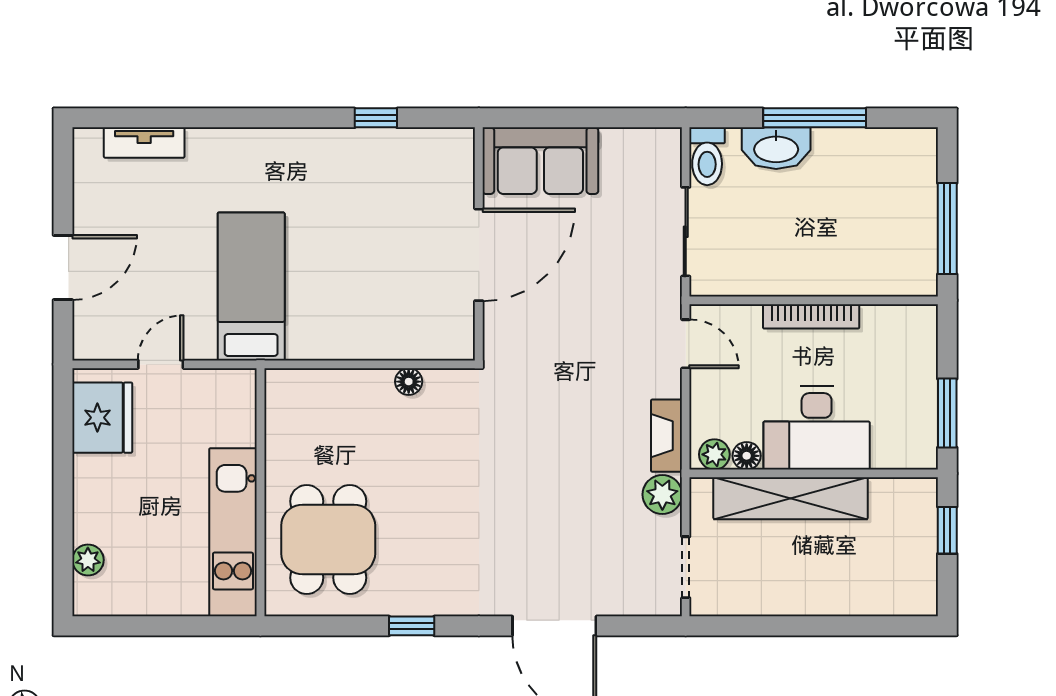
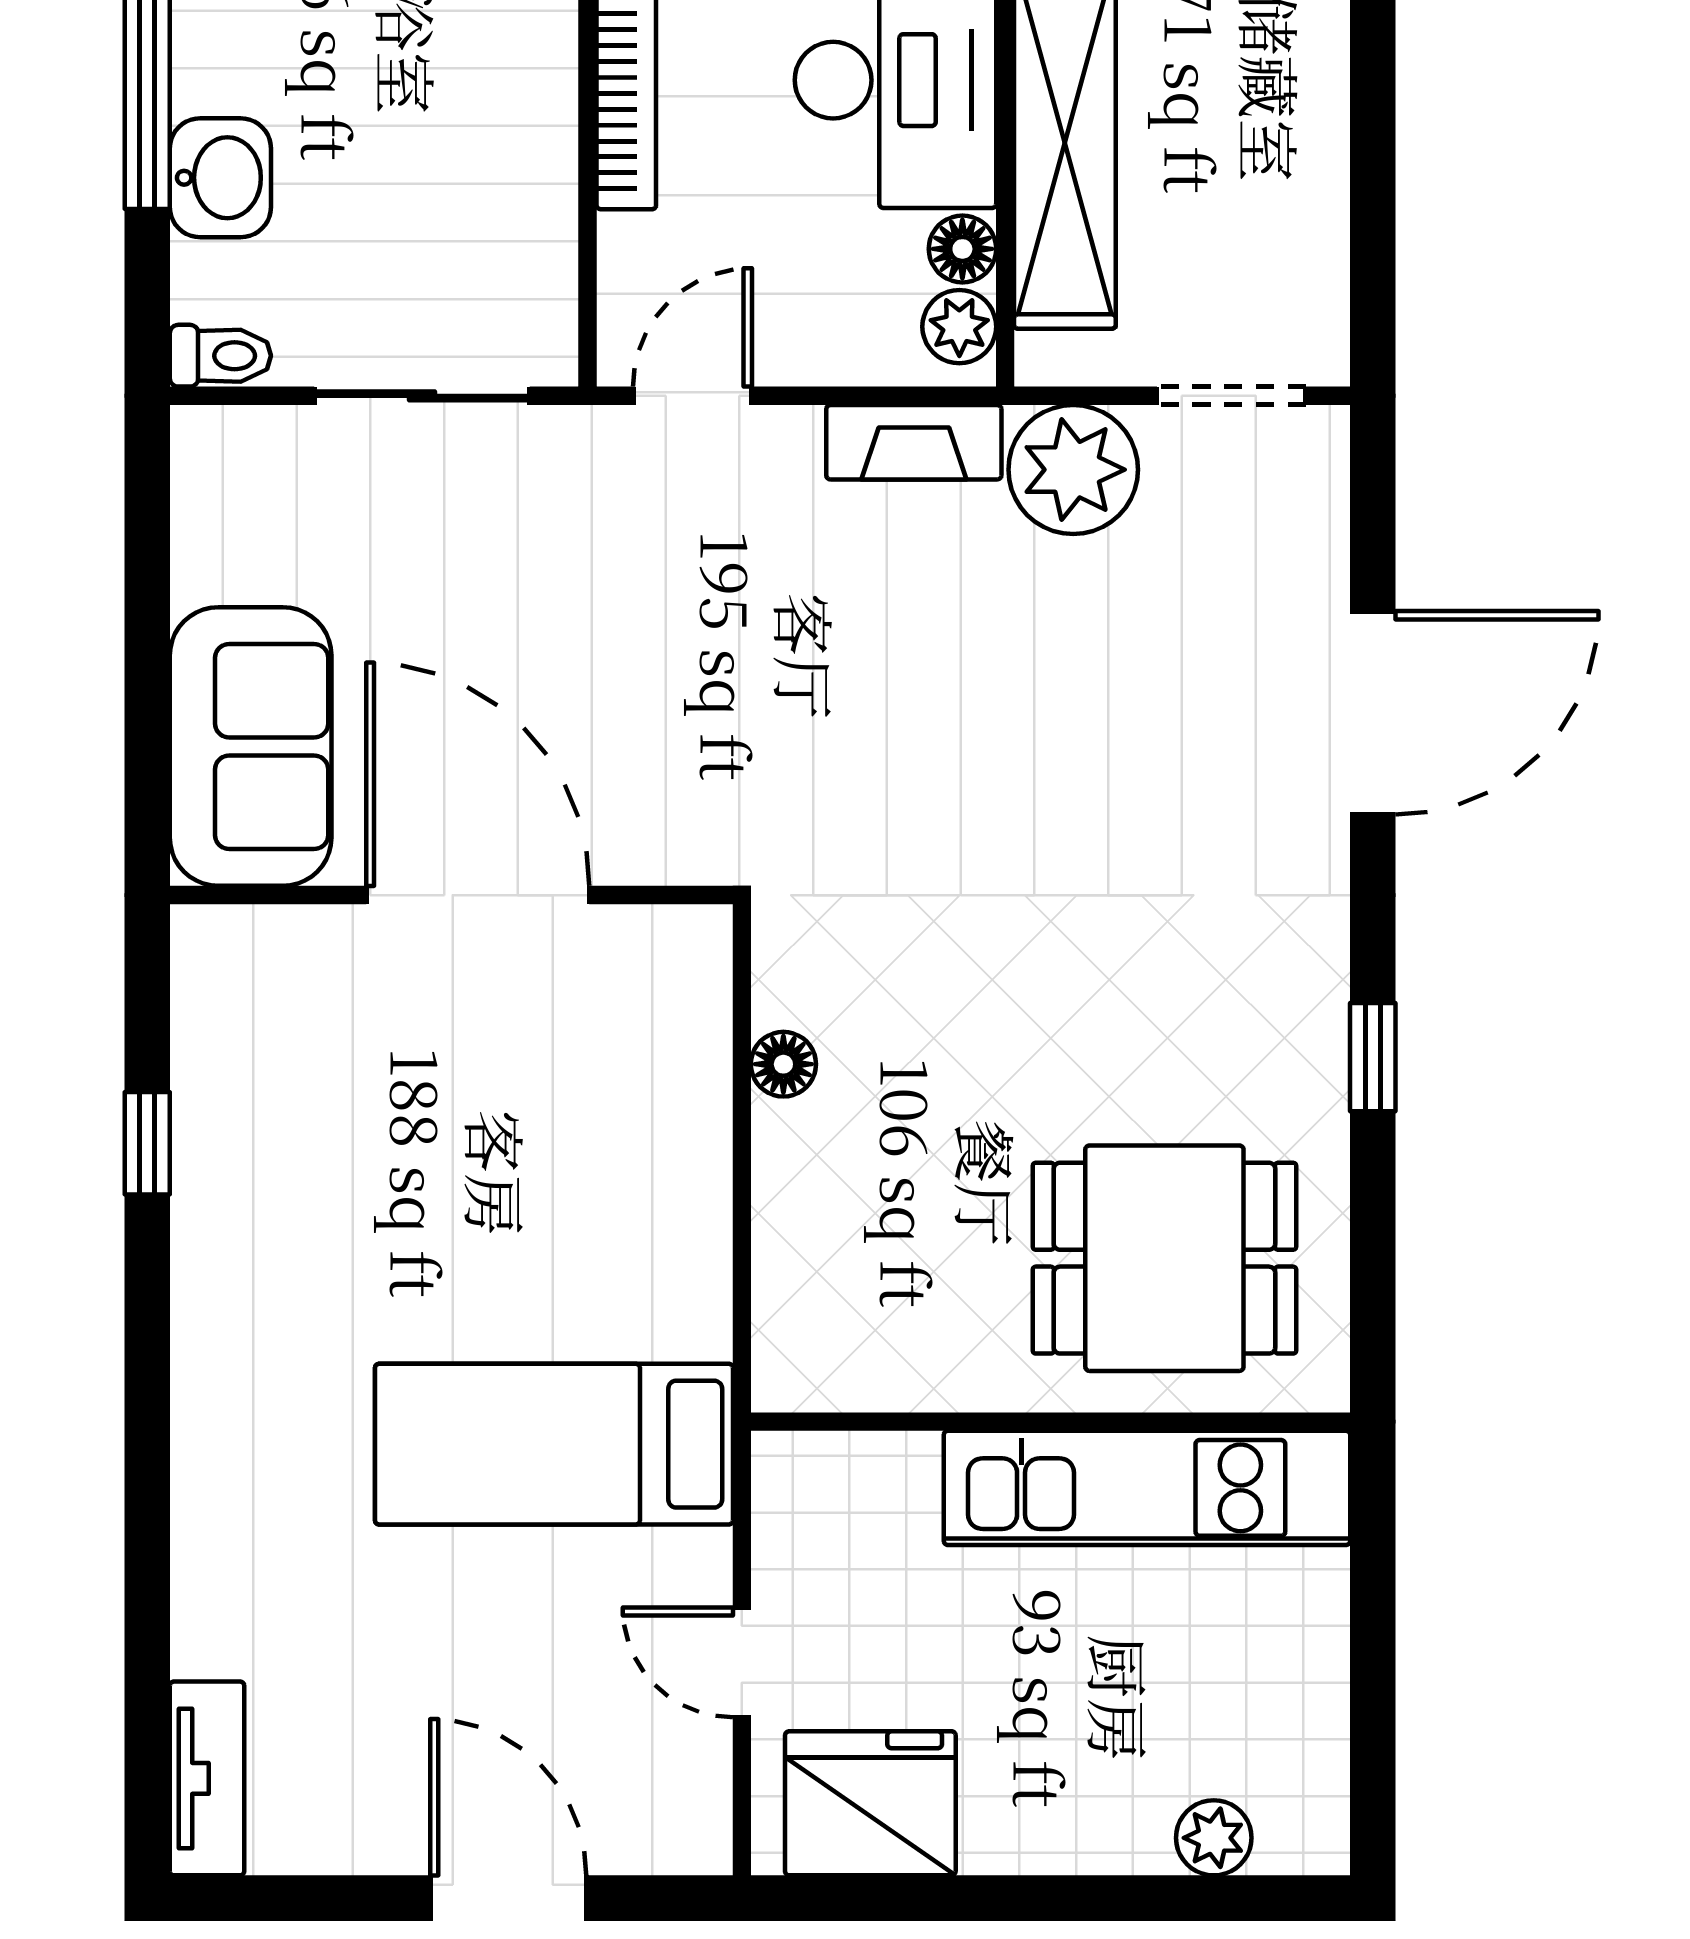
tv unit: (144, 143) -> (207, 1778), moved
washbasin: (776, 148) -> (220, 178), width x0.72
toilet: (707, 156) -> (220, 356), width x0.73, depth x0.72
plant: (662, 495) -> (1073, 470), width x1.36, depth x1.36

